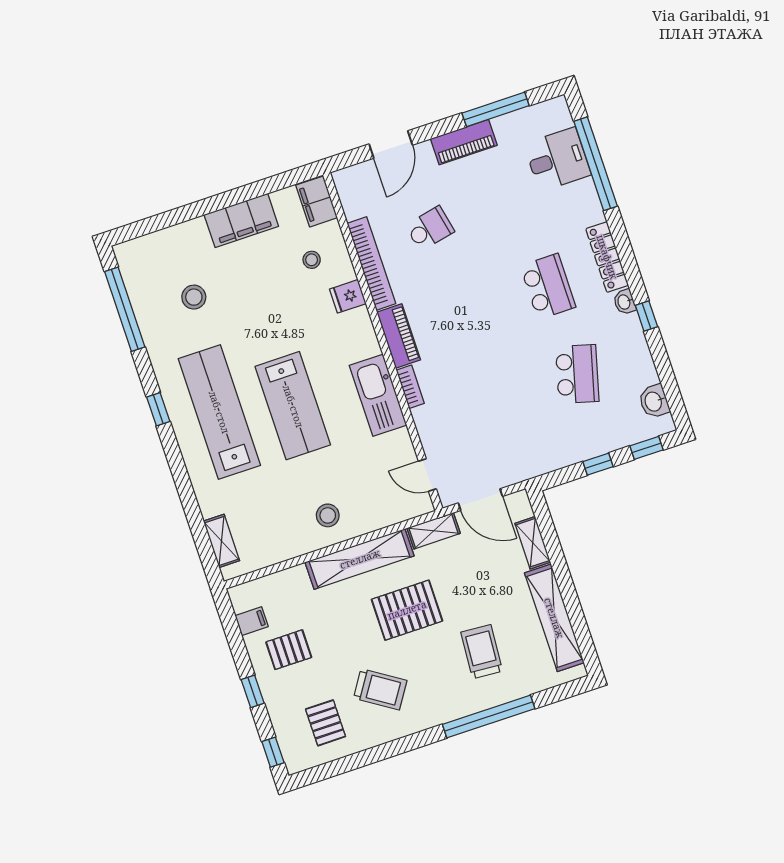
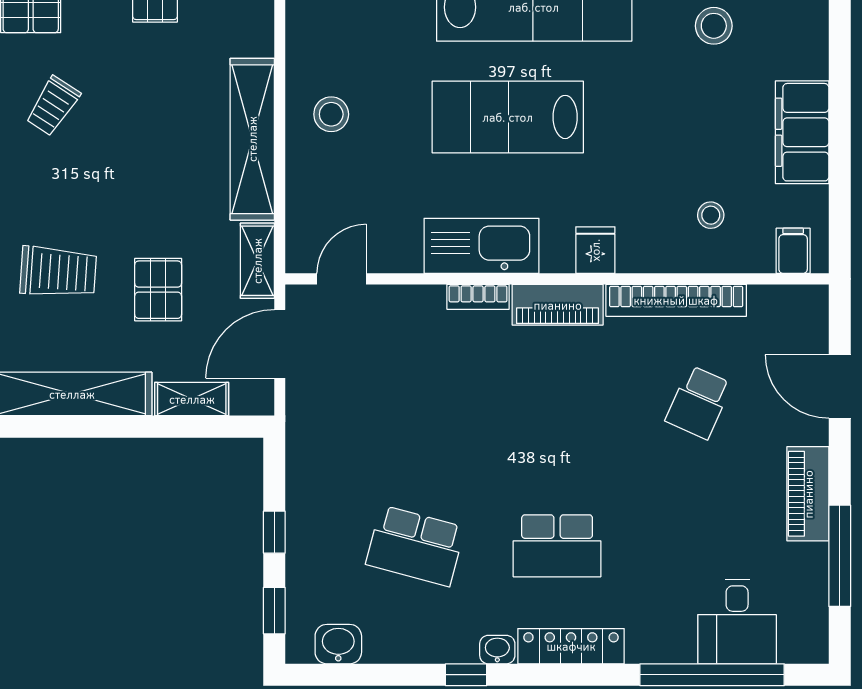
filing cabinet: (317, 201) -> (793, 251), width x0.50
school desk: (430, 228) -> (699, 402), turned 36
fridge: (348, 296) -> (595, 250), moved
pallet: (407, 610) -> (158, 290), moved, width x0.67, depth x0.71
trolley: (380, 689) -> (53, 106), width x0.73, depth x0.72

